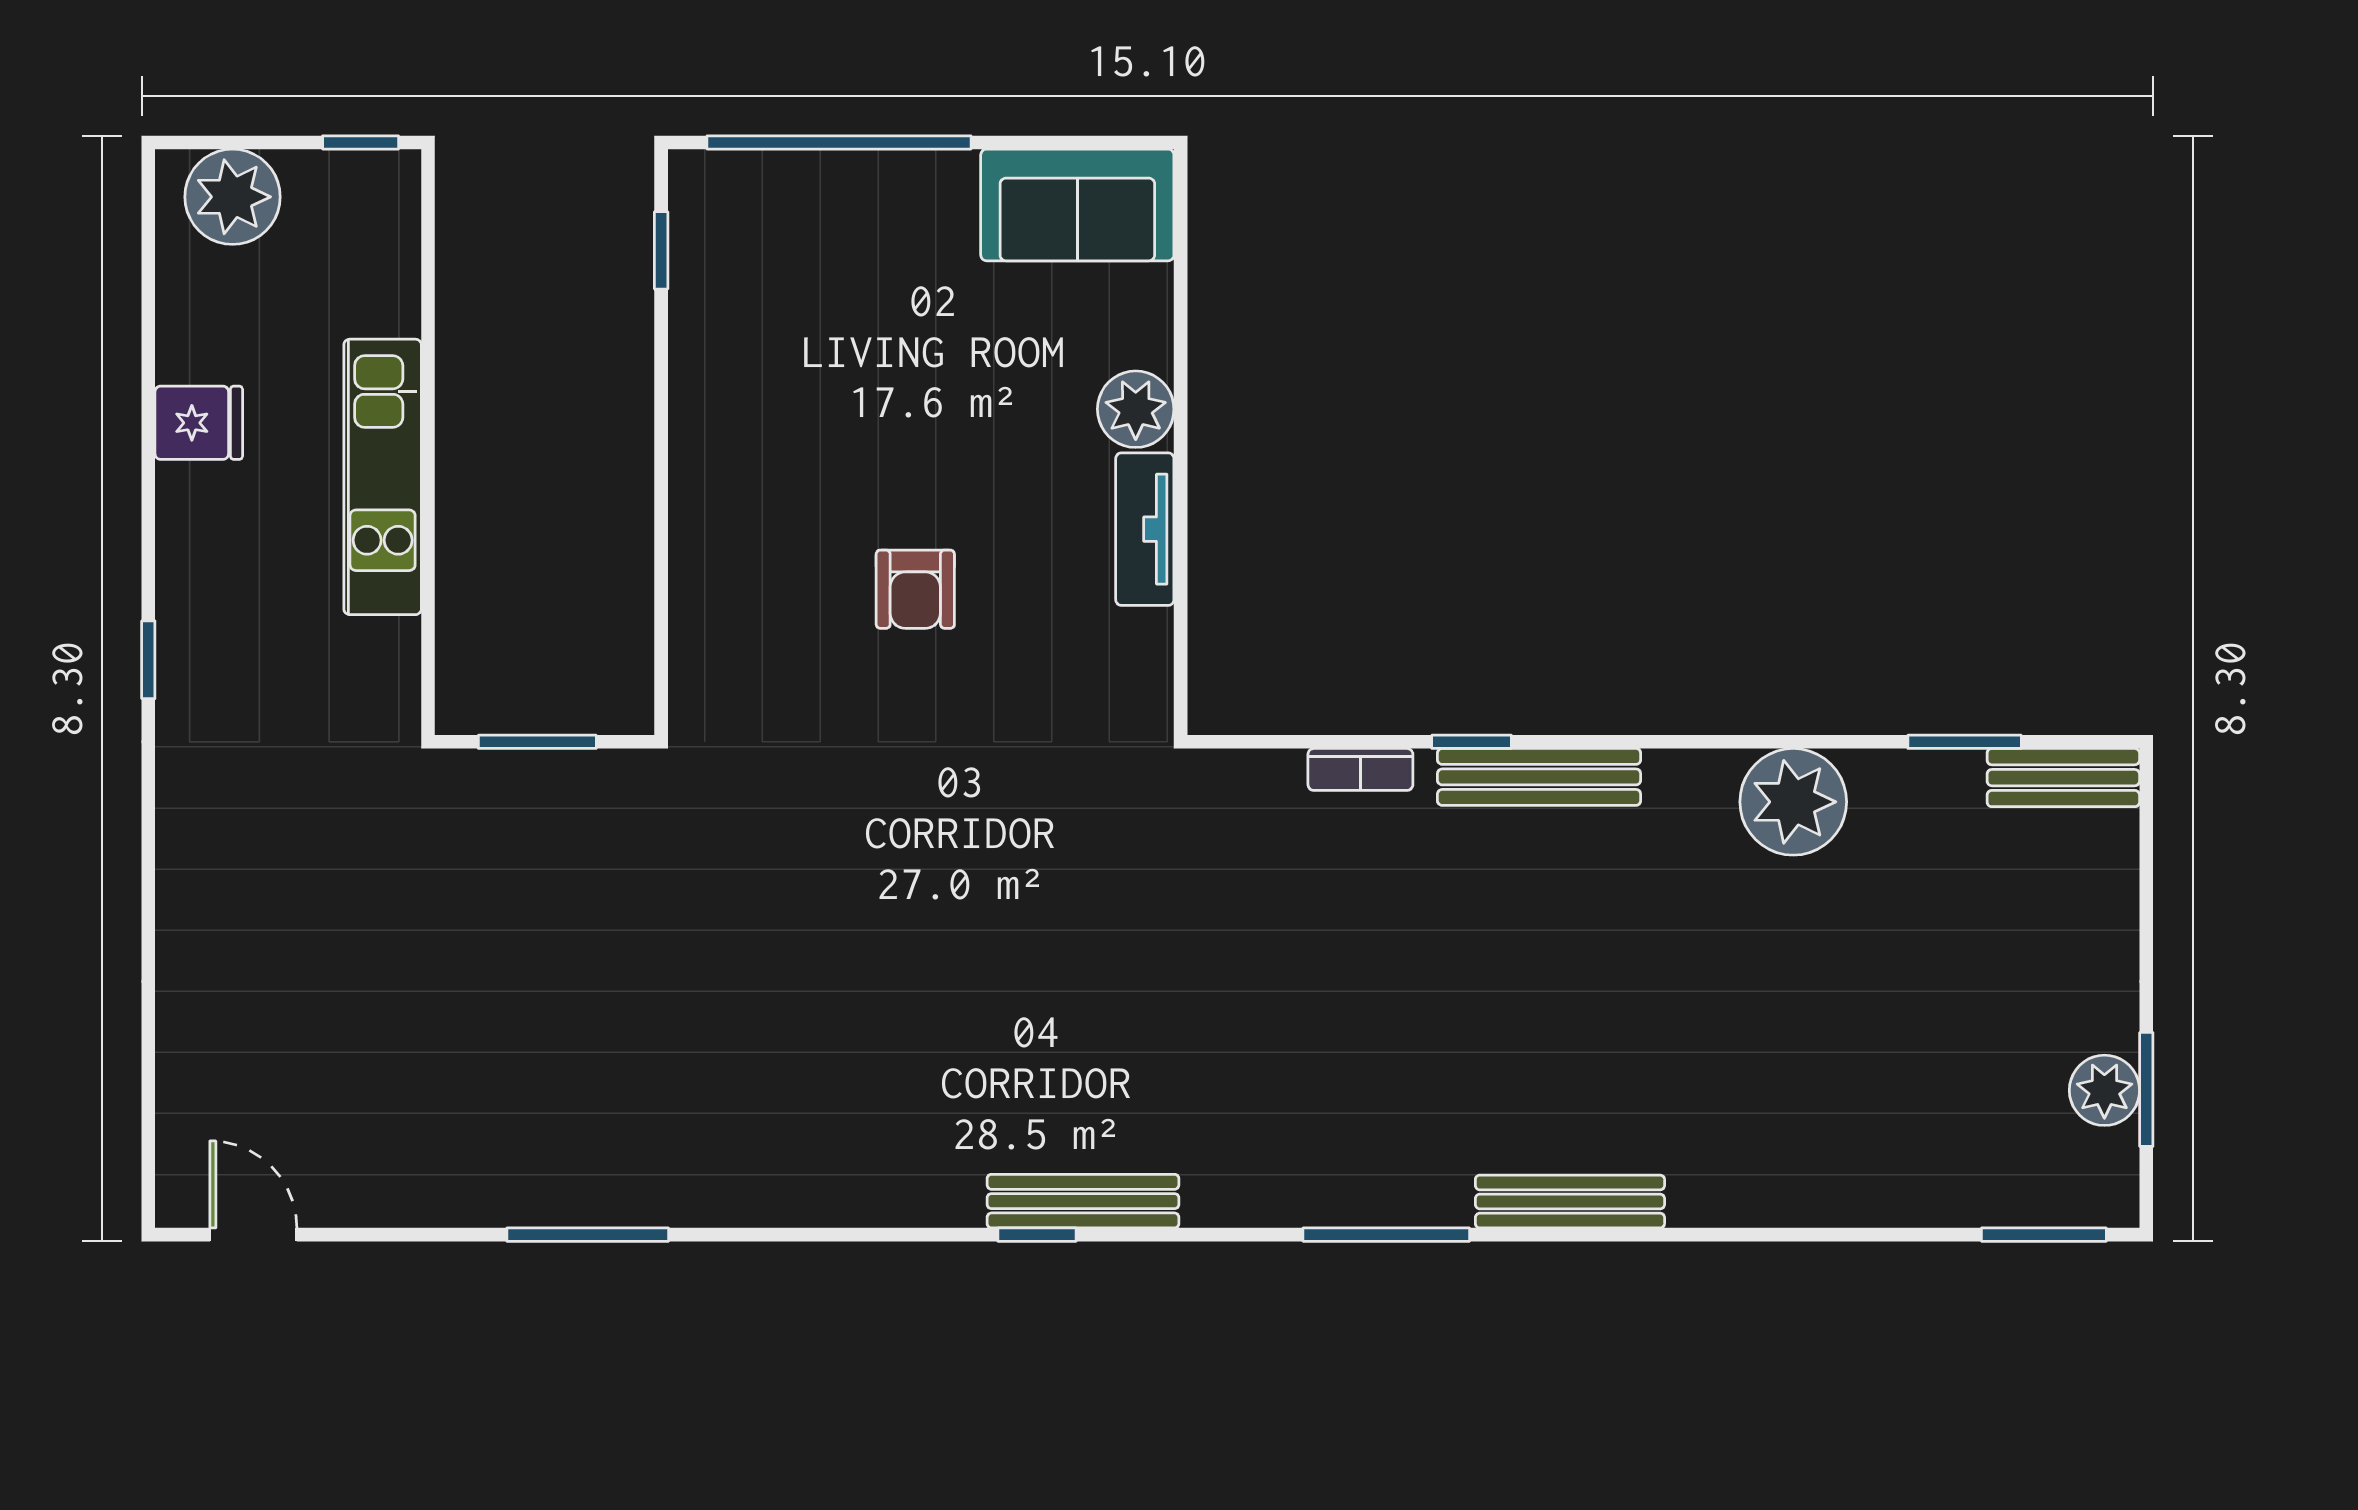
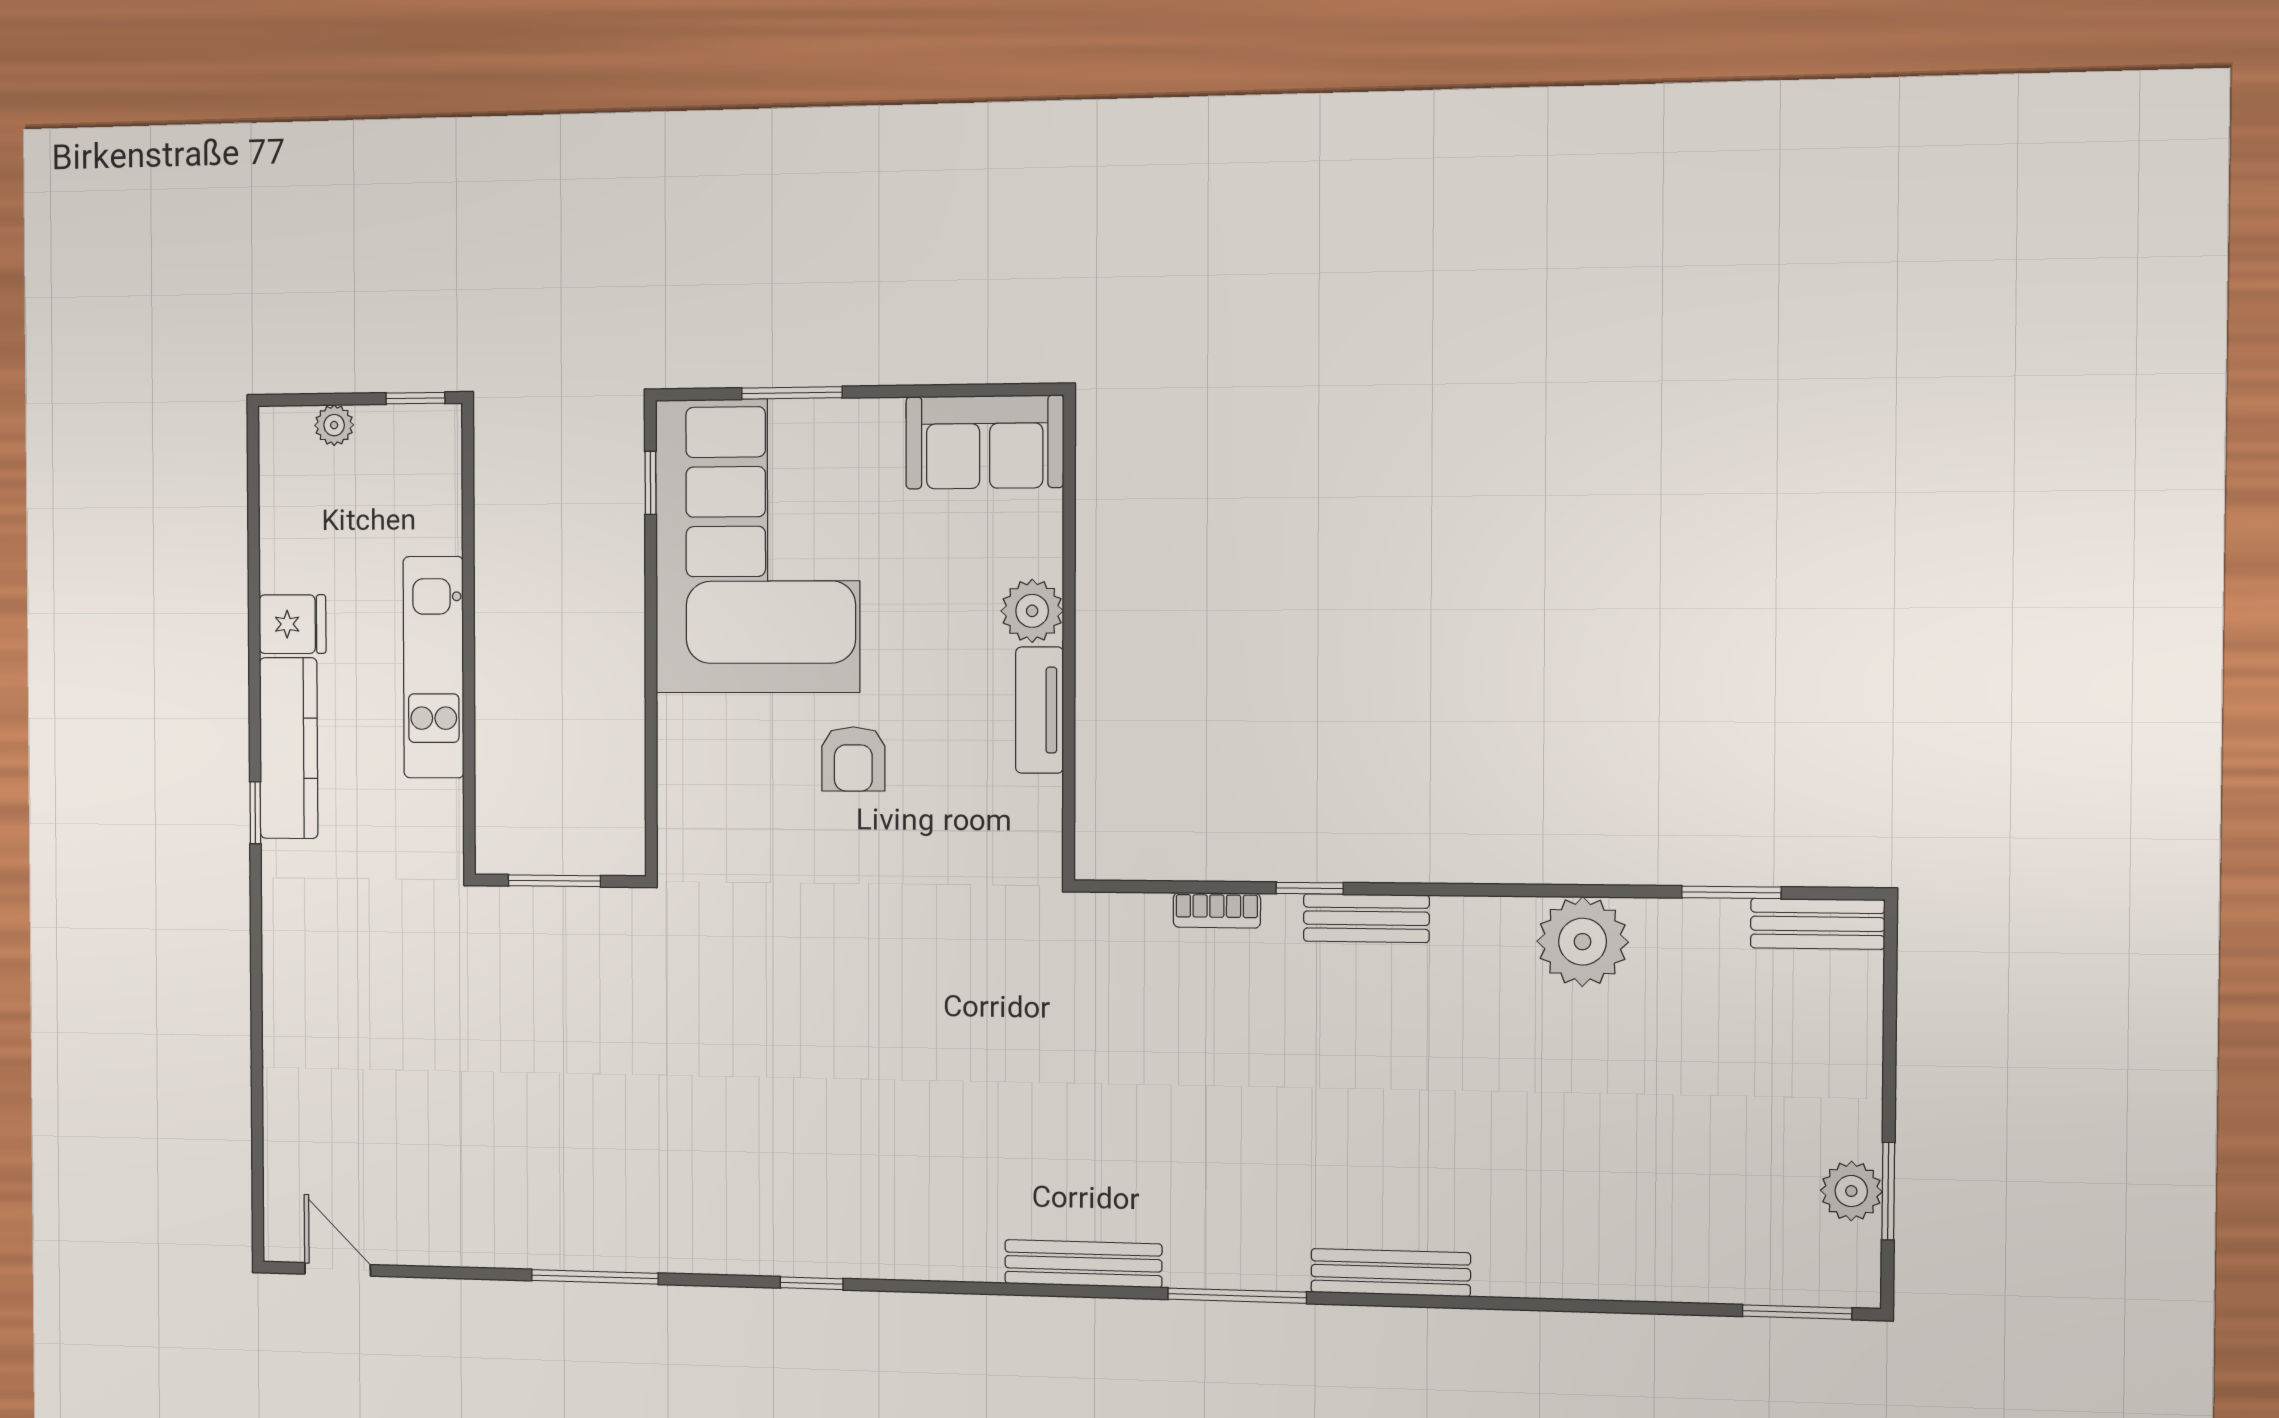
window: (839, 142) -> (792, 393), width x0.47
plant: (233, 197) -> (334, 425), width x0.53, depth x0.53
corner sofa: (796, 329) -> (757, 546), added
kitchen counter: (193, 578) -> (289, 748), added
bench: (1539, 777) -> (1366, 918), width x0.73
bench: (1083, 1201) -> (1083, 1264), moved
window: (1037, 1235) -> (812, 1283), moved

